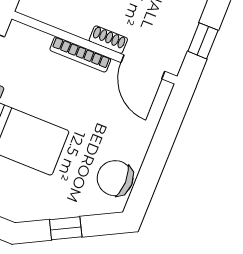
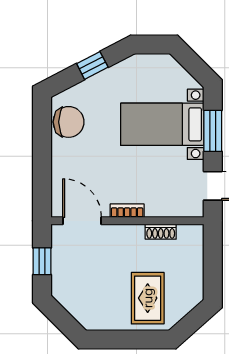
shoe rack: (108, 40) -> (161, 232), moved
bookcase: (80, 54) -> (127, 211), width x0.64

